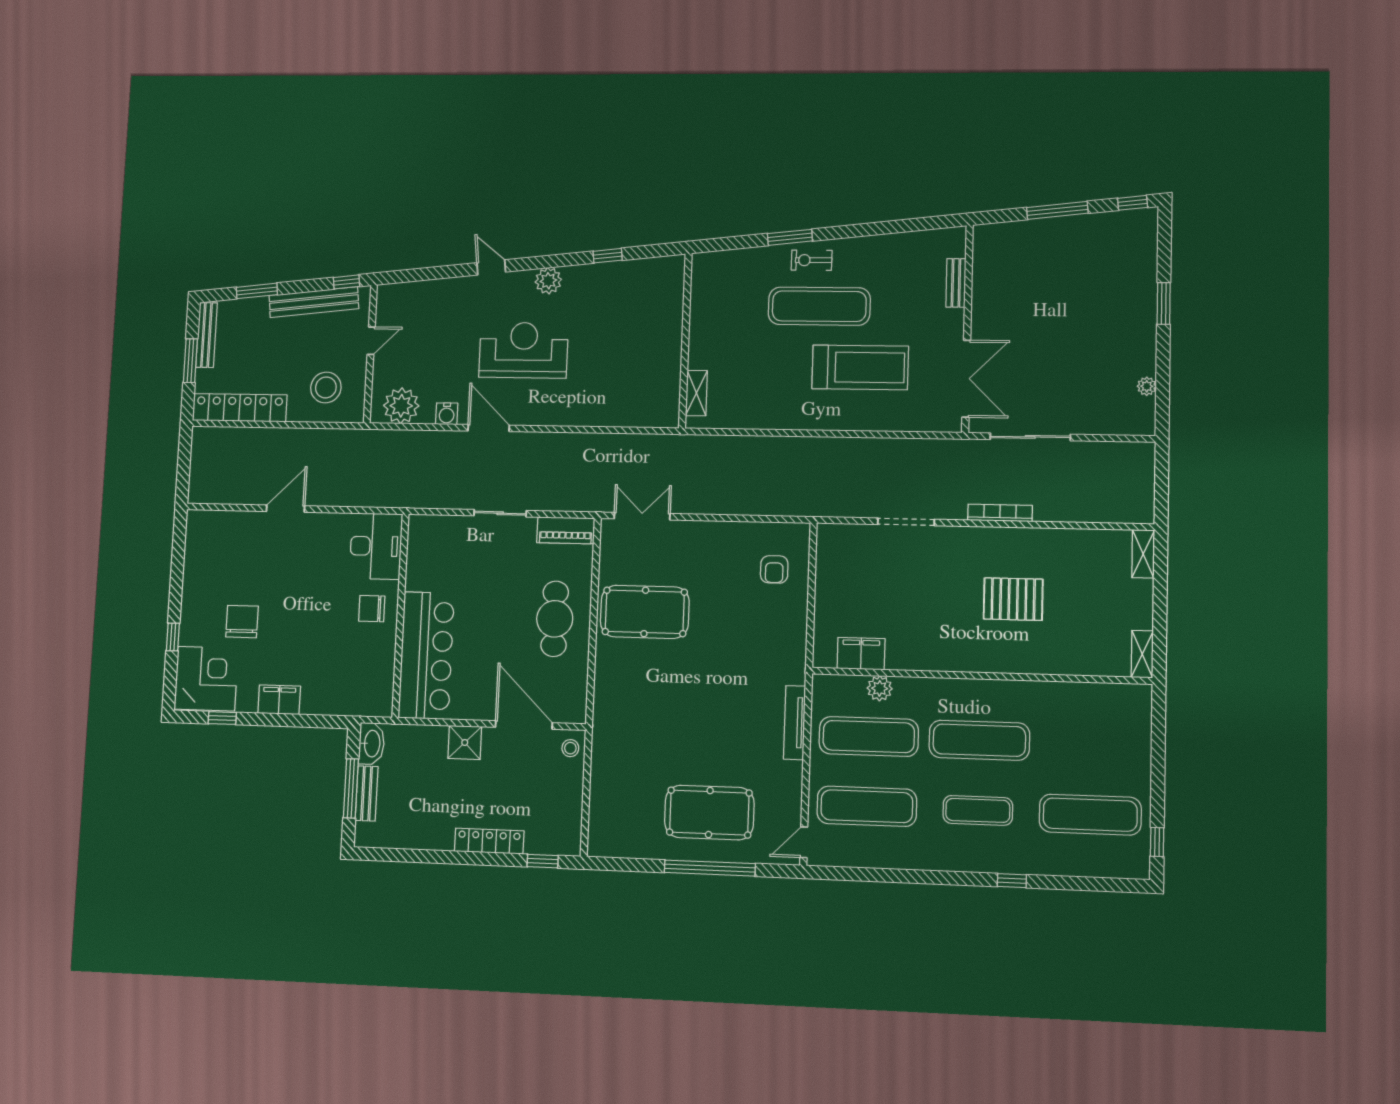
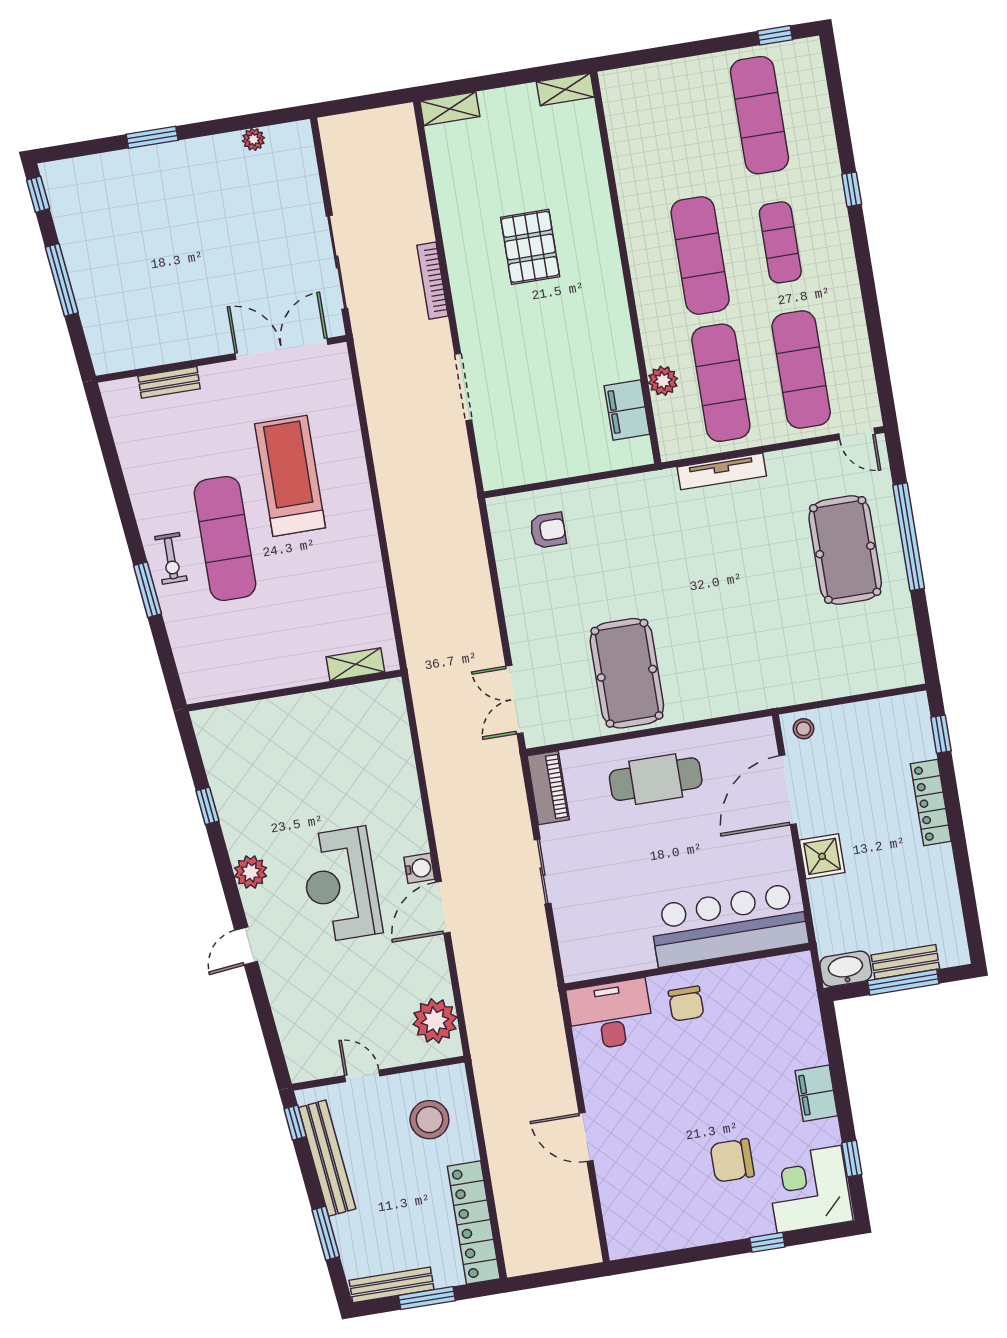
water cooler: (447, 414) -> (419, 868), moved

